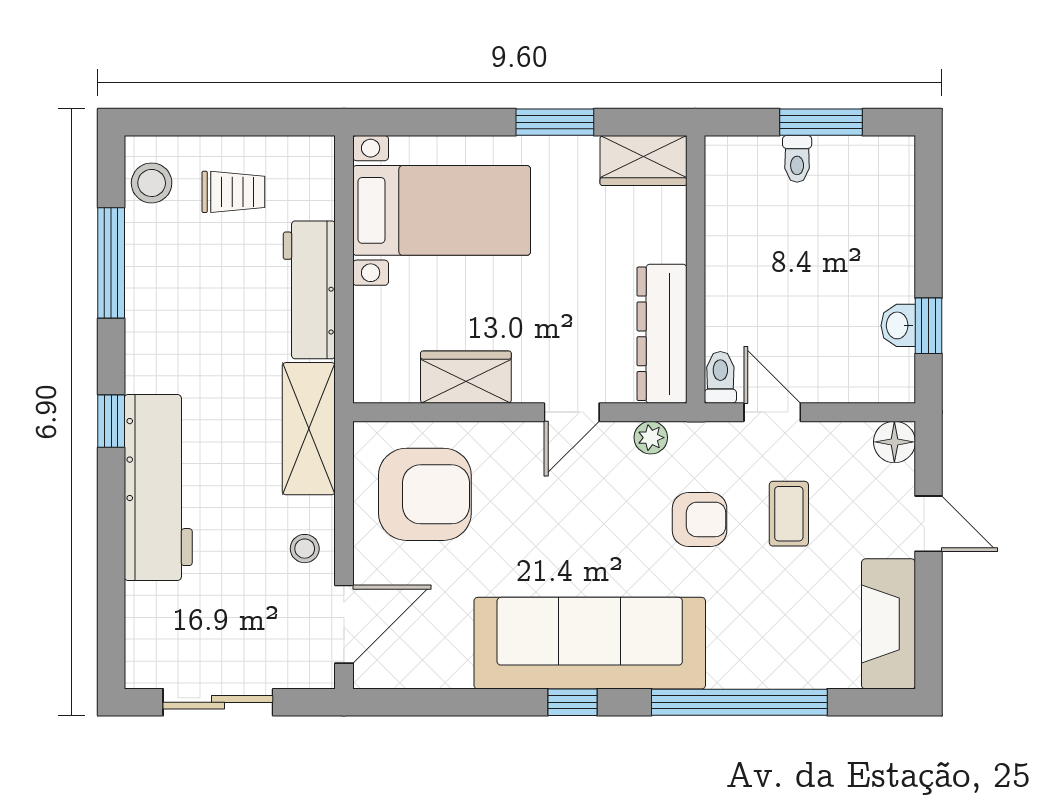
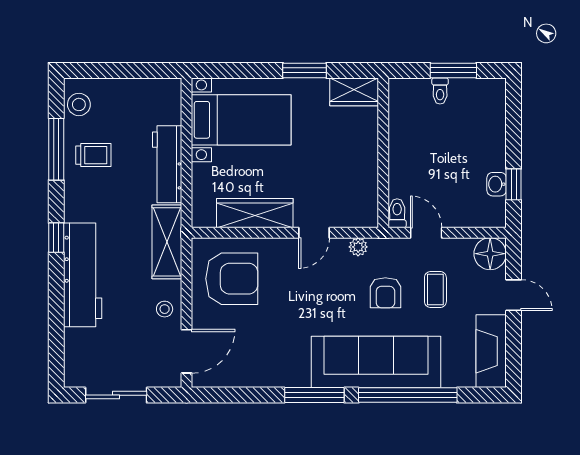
trolley: (233, 192) -> (93, 155), moved
dresser: (662, 334) -> (364, 189), removed
wardrobe: (466, 377) -> (255, 213), width x1.50
floor lamp: (894, 442) -> (490, 254), width x1.38, depth x1.38
armchair: (700, 519) -> (385, 293), turned 90
sofa: (590, 643) -> (376, 362), moved
window: (572, 702) -> (314, 395), width x2.17

